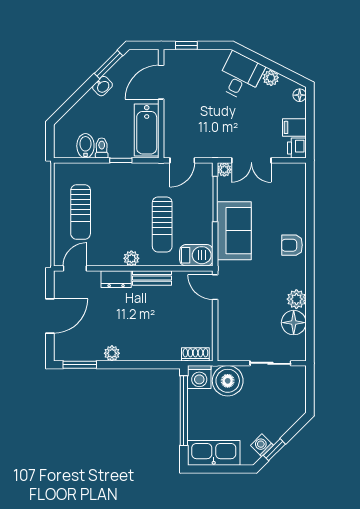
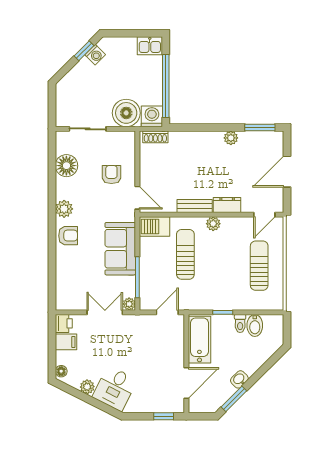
plant: (296, 299) -> (64, 209), moved
armchair: (244, 313) -> (111, 175), added
kitchen sink: (214, 453) -> (150, 46), width x0.53, depth x0.81

